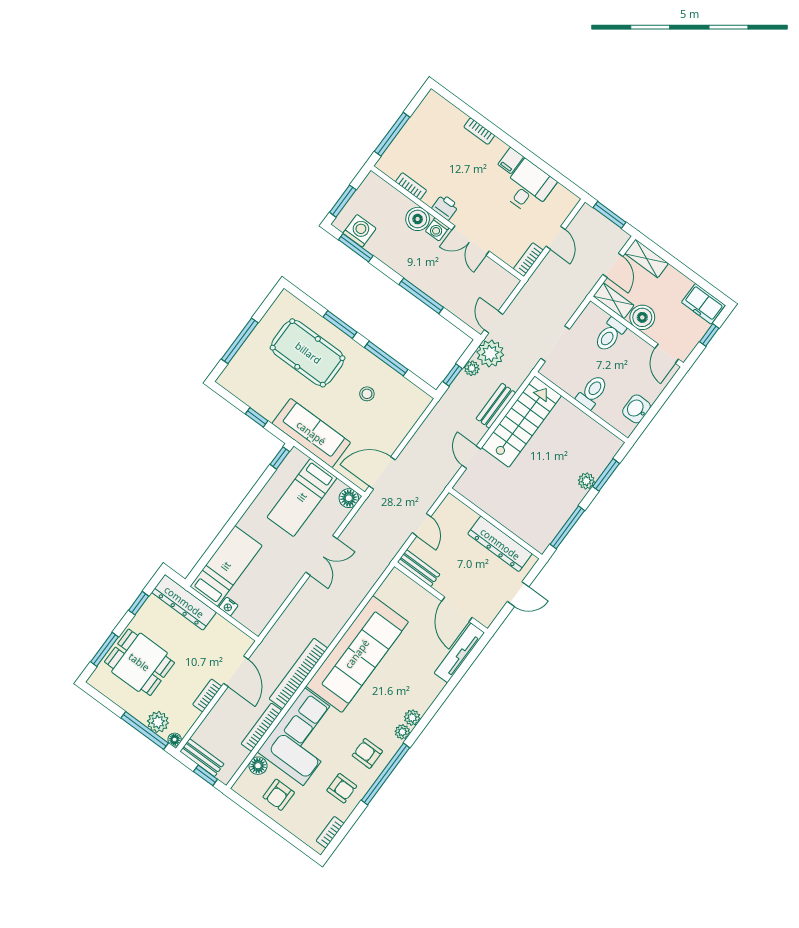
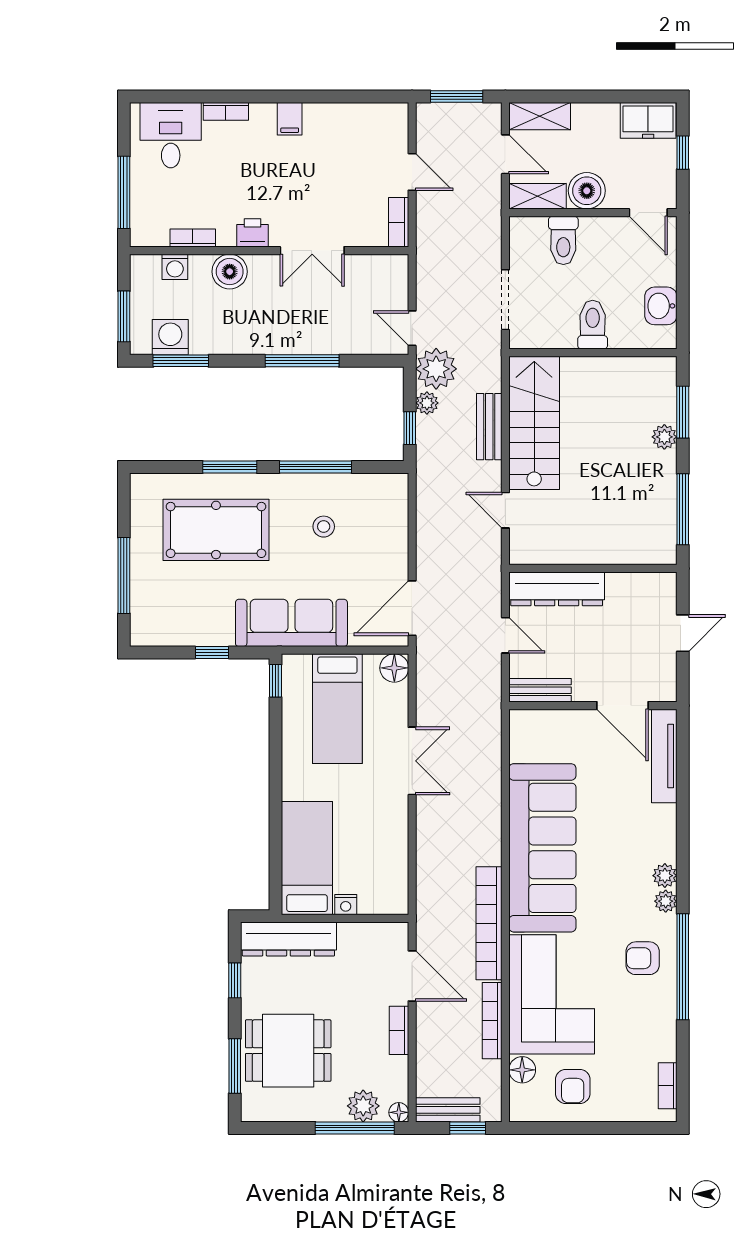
desk: (528, 187) -> (171, 135), moved
washing machine: (437, 229) -> (175, 267), moved
dresser: (500, 544) -> (557, 589), moved
armchair: (342, 788) -> (643, 1023), removed

